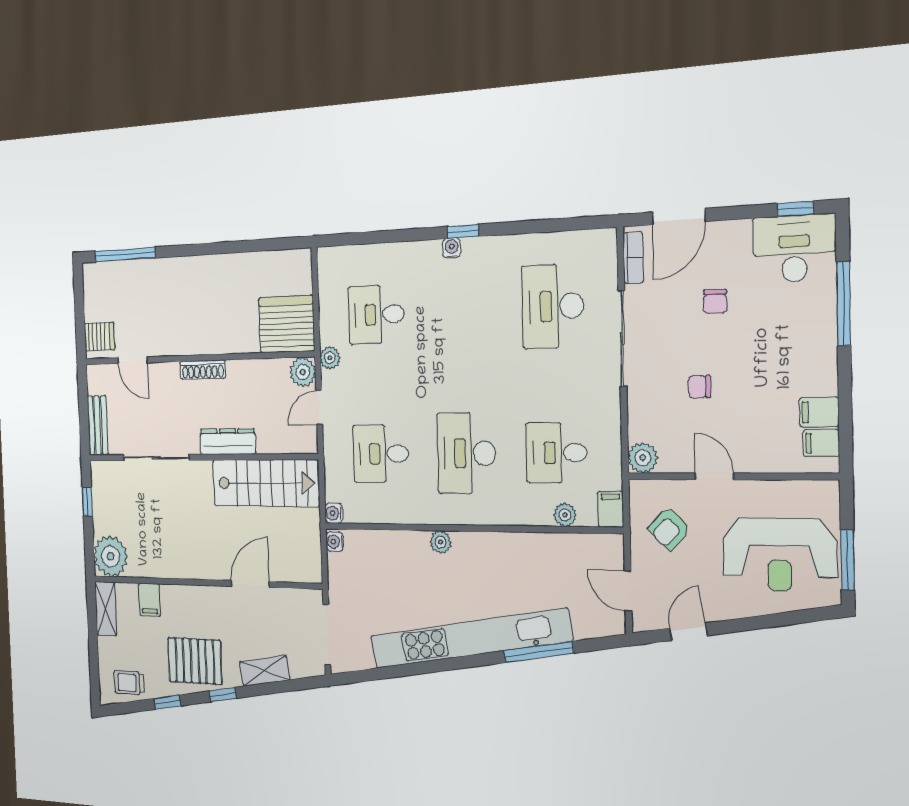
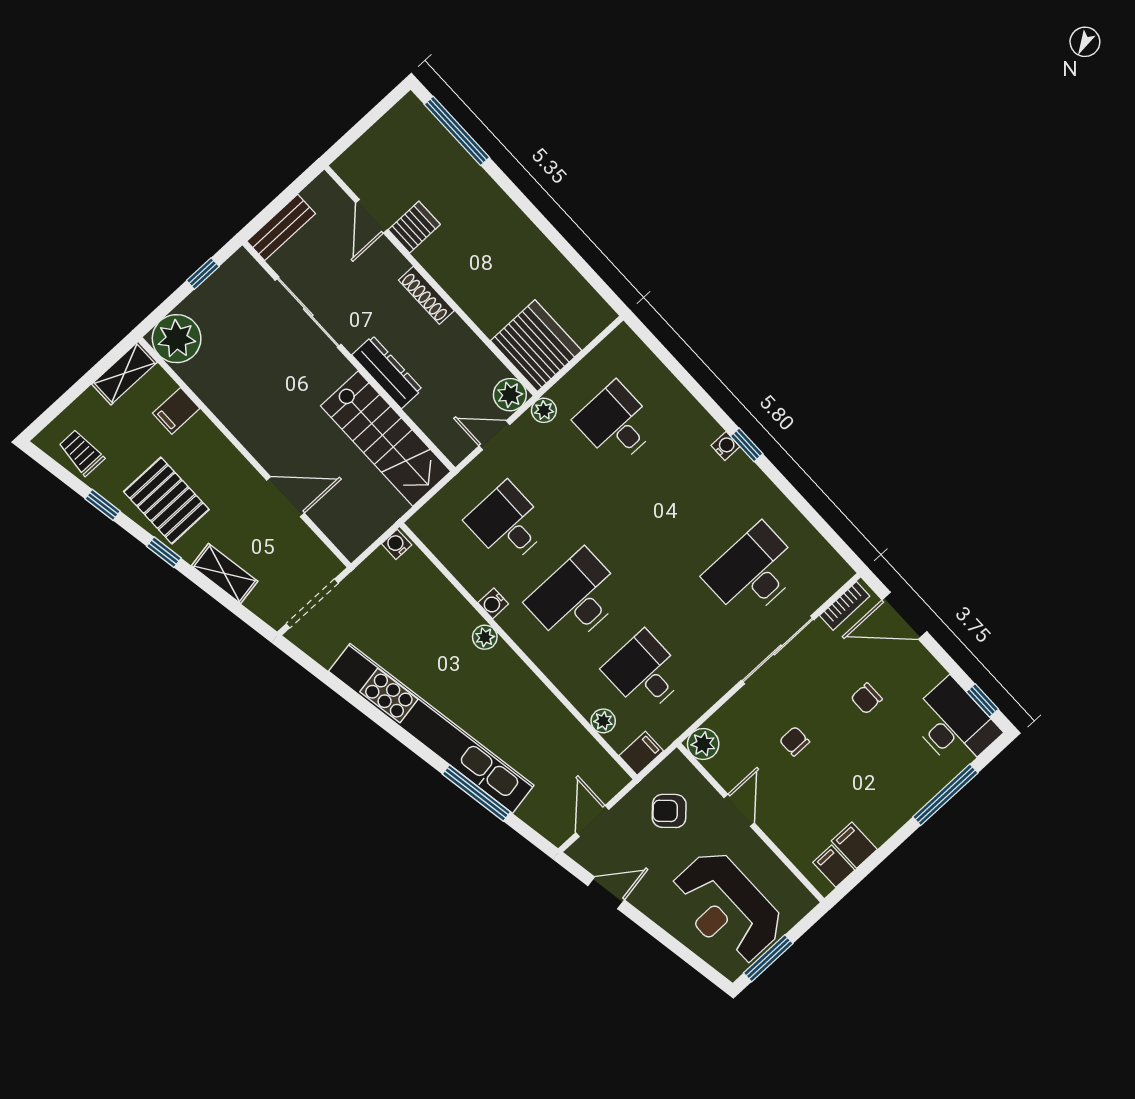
server rack: (99, 337) -> (414, 227), moved, turned -90
water cooler: (334, 513) -> (493, 603), moved, turned -90

